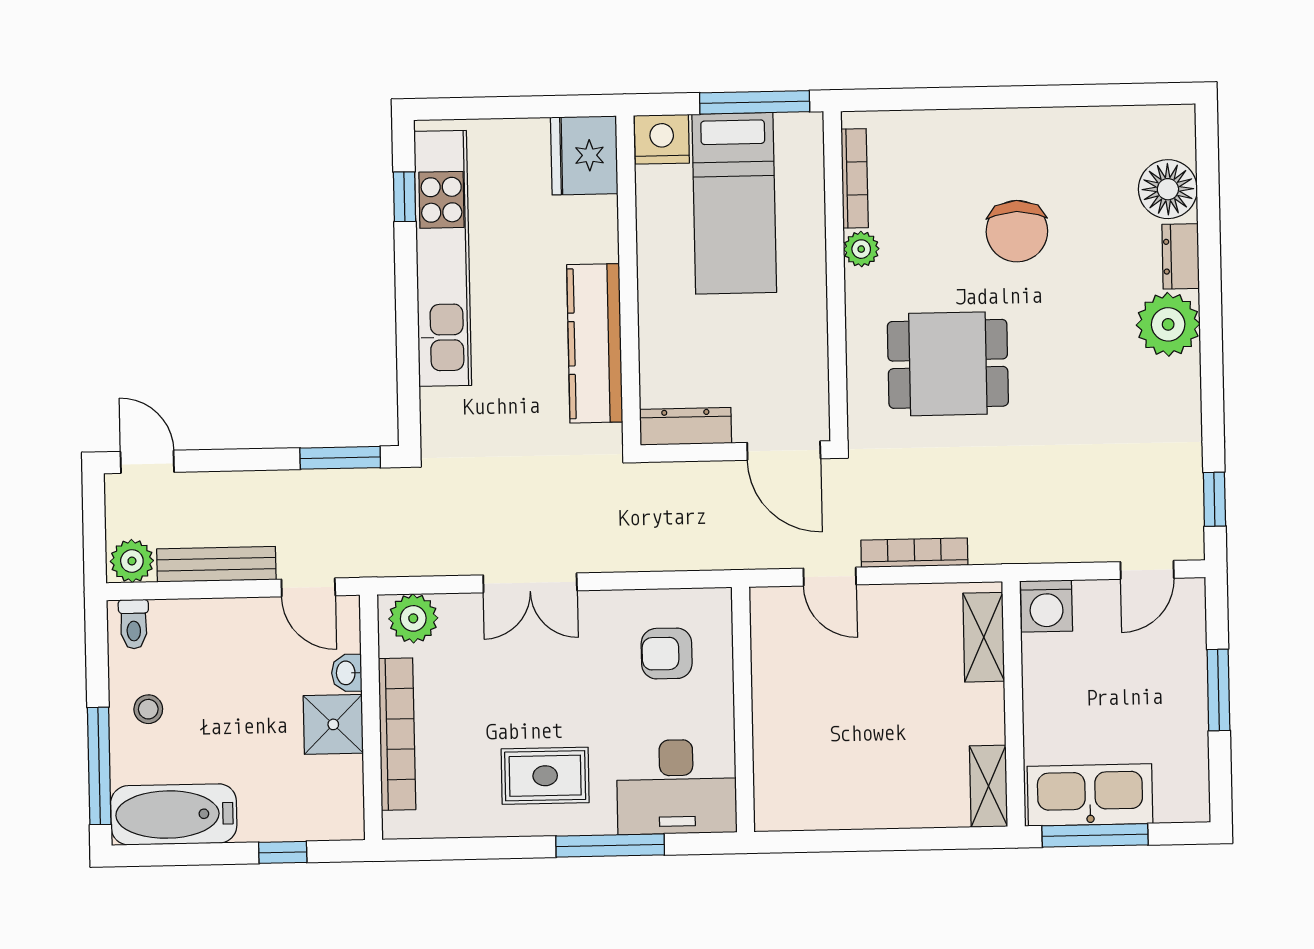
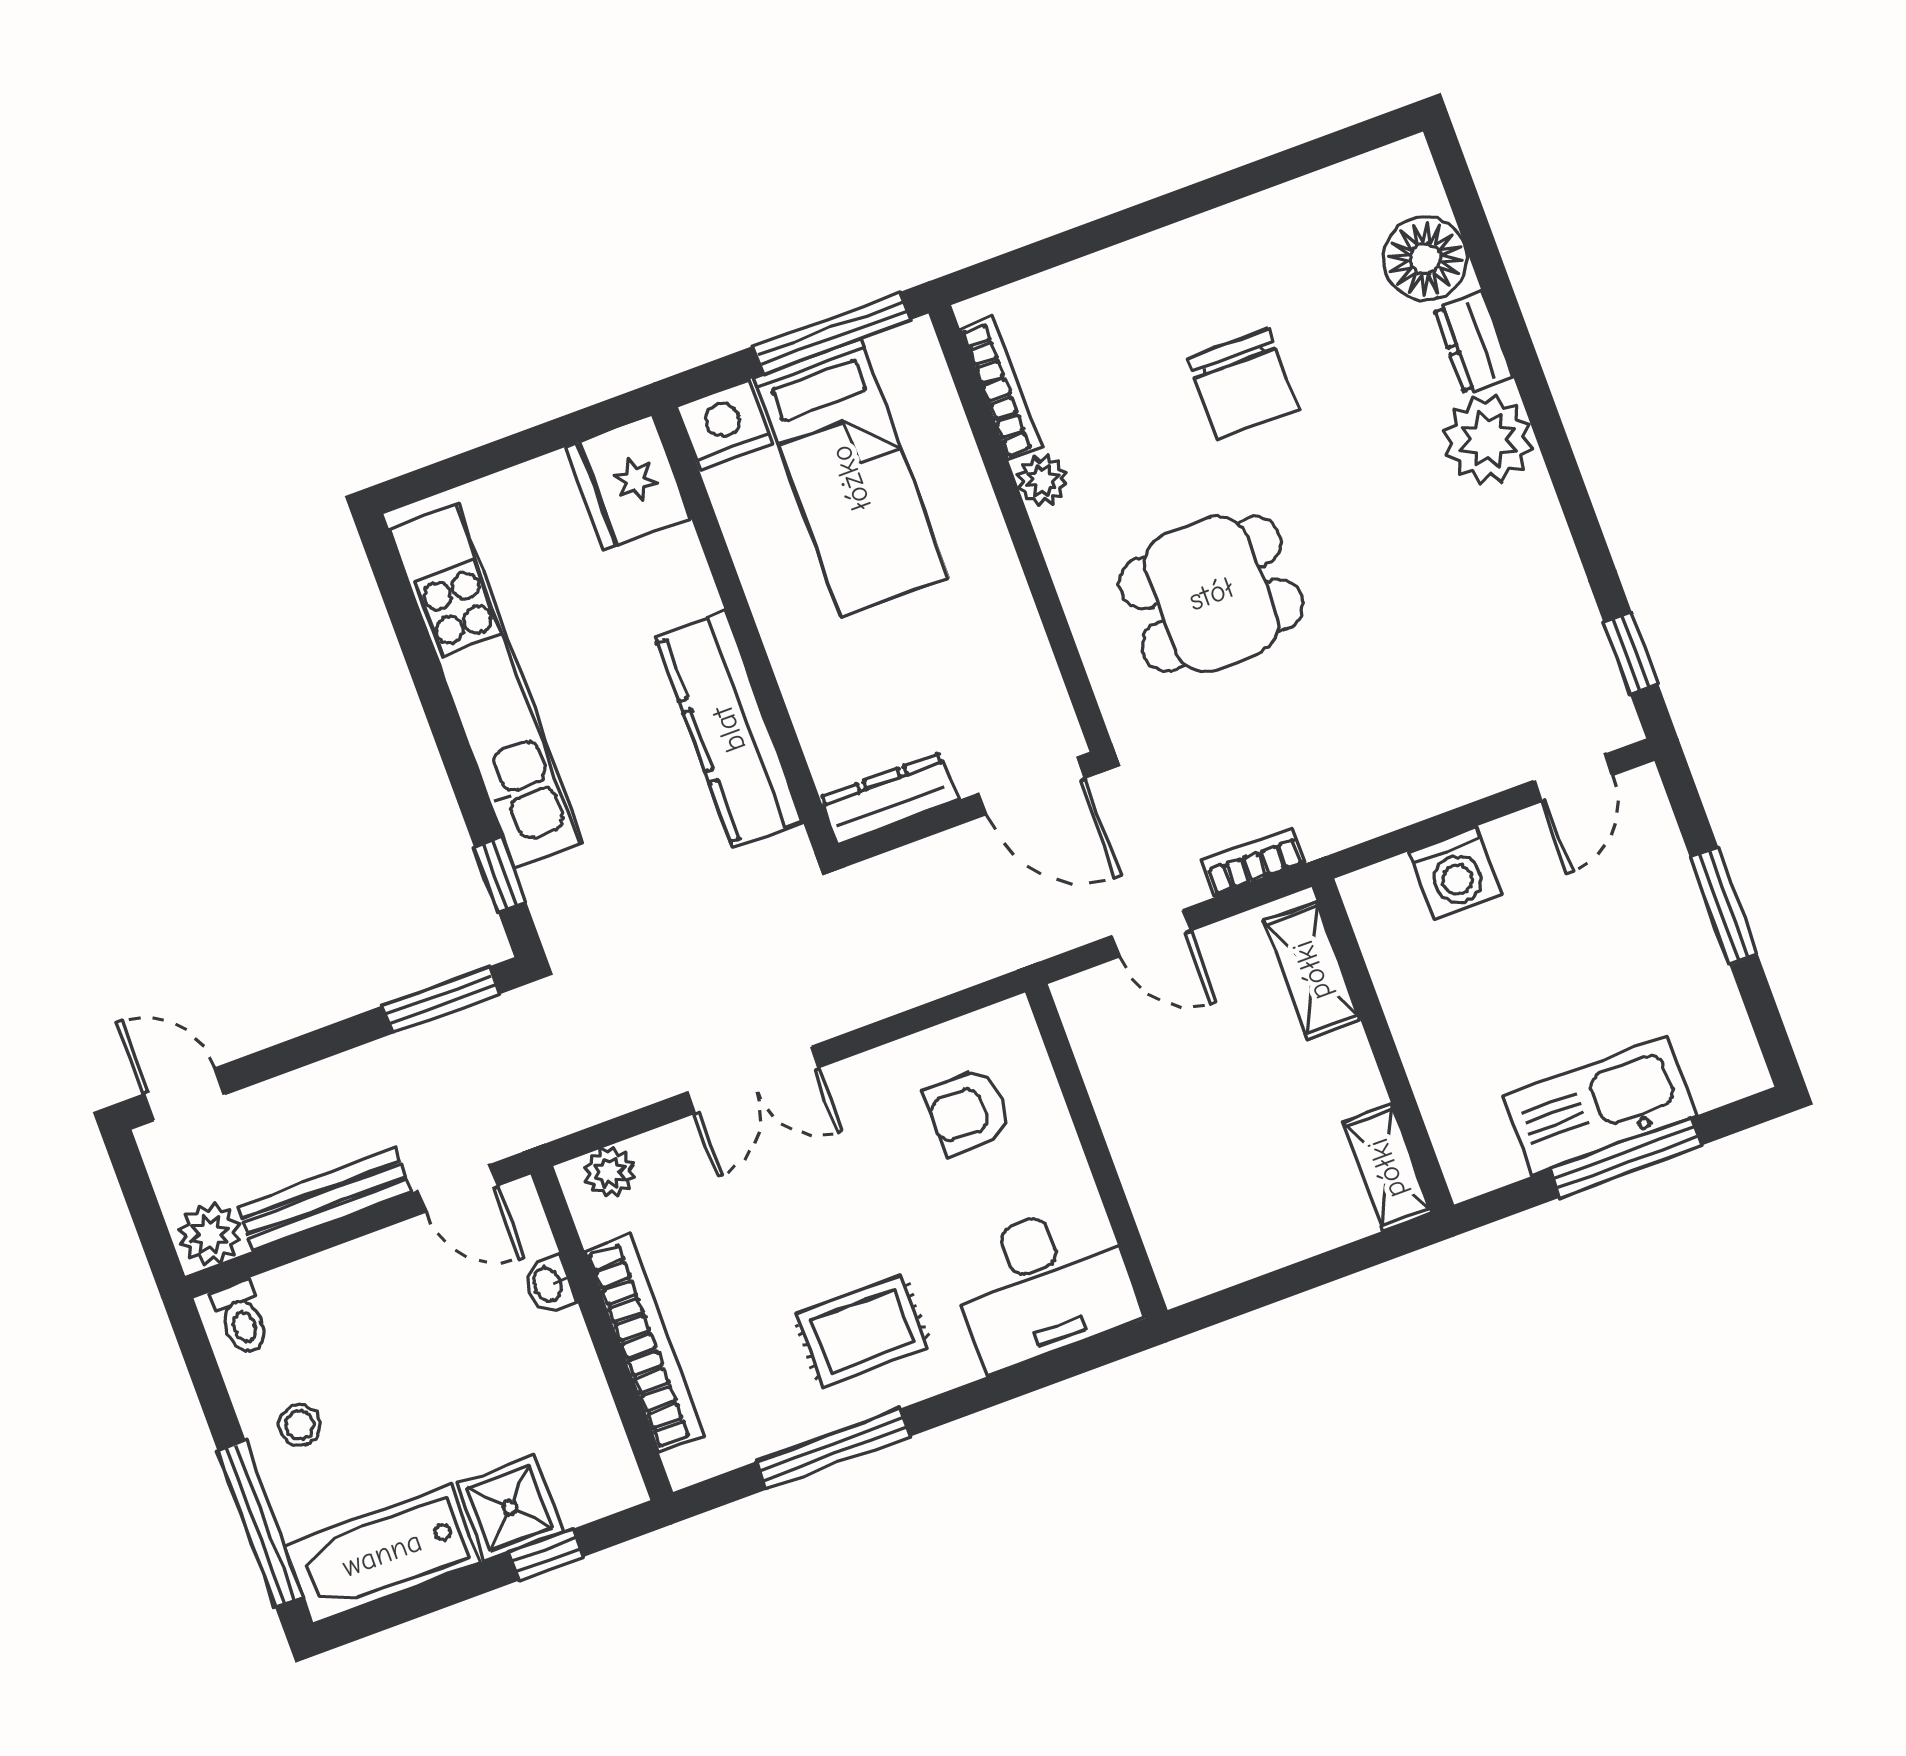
window: (404, 197) -> (500, 875), moved
bookcase: (914, 553) -> (1253, 862), width x0.64
plant: (413, 618) -> (610, 1172), width x0.73, depth x0.73
shelving: (984, 637) -> (1312, 970), moved
wall: (1014, 704) -> (1383, 1046), moved
shower: (333, 724) -> (510, 1508), moved
shelving: (989, 786) -> (1387, 1168), moved
window: (610, 845) -> (833, 1449), moved

